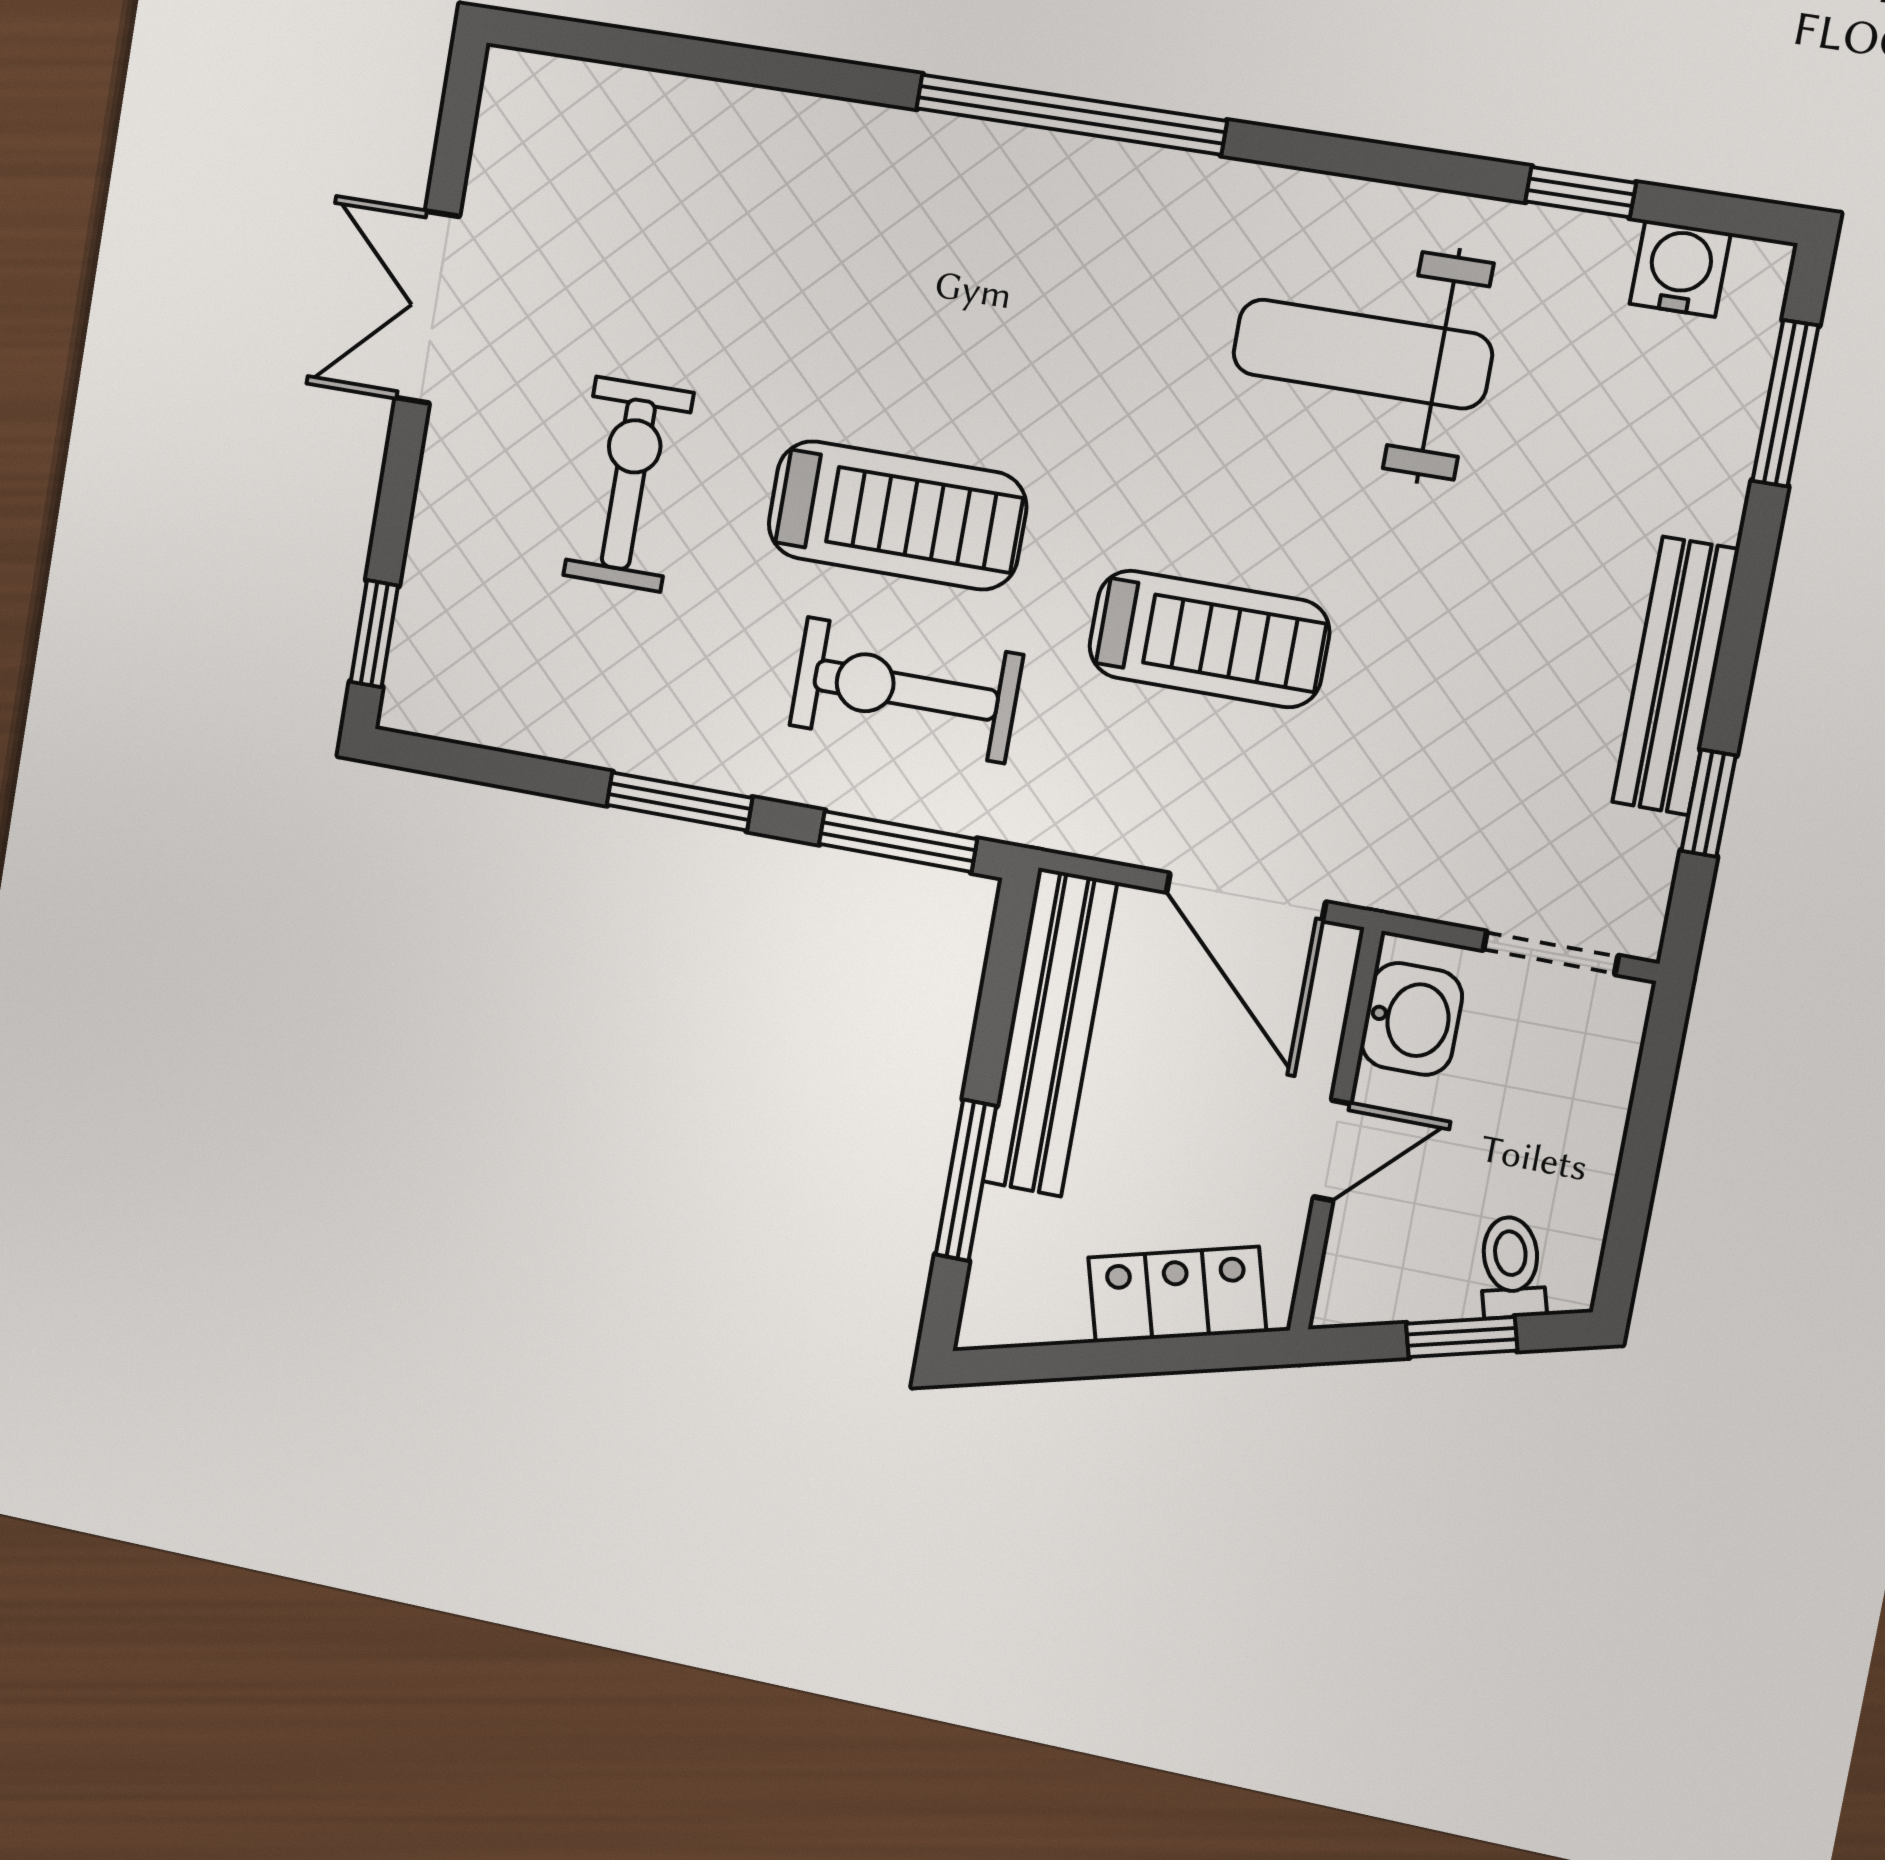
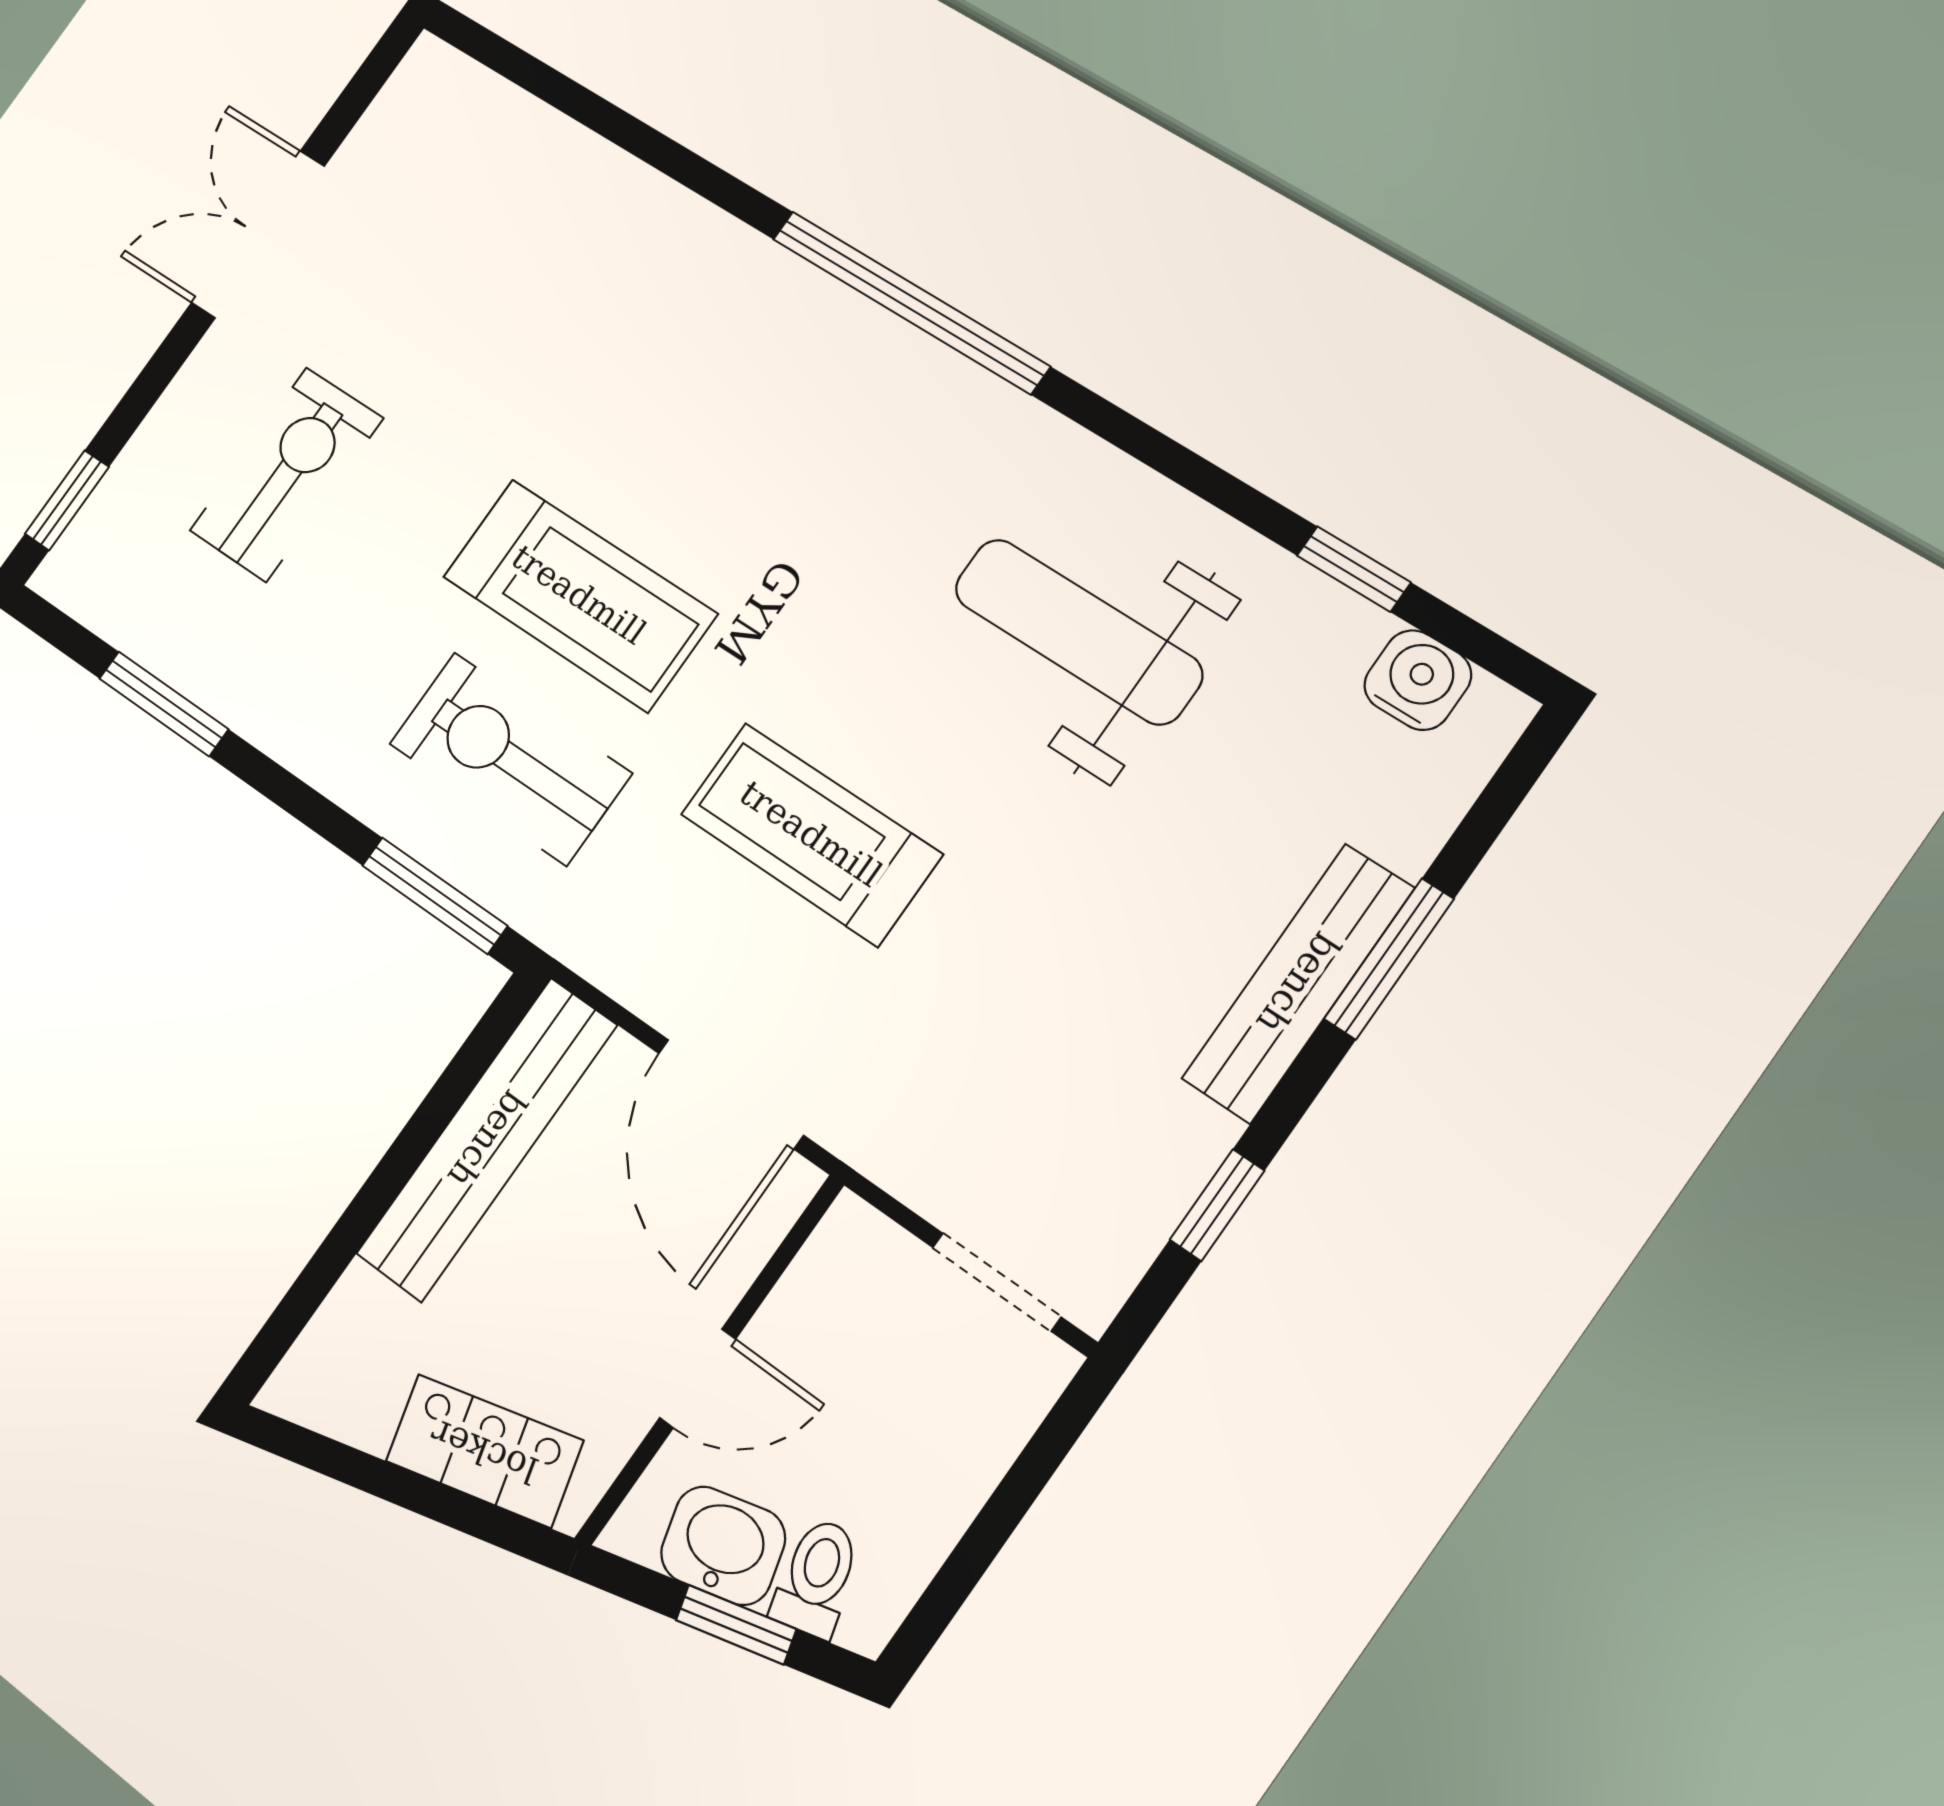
window: (1785, 403) -> (1389, 959), moved
exercise bike: (628, 484) -> (286, 475), moved
treadmill: (1209, 639) -> (811, 834), turned 180
bench: (1676, 676) -> (1298, 983), moved
window: (679, 801) -> (164, 704), moved
washbasin: (1412, 1019) -> (723, 1546), moved, turned -105
window: (966, 1180) -> (341, 1245), removed

